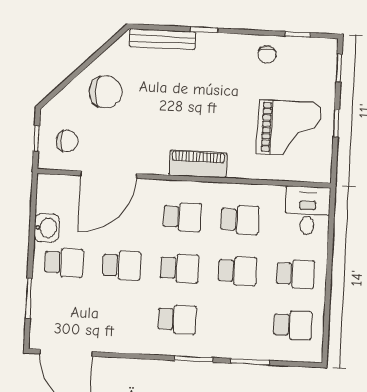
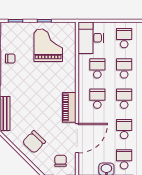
chair: (106, 92) -> (34, 142), turned -136
piano: (198, 164) -> (69, 107), moved
door: (109, 175) -> (77, 138), hinge flipped
desk: (308, 211) -> (91, 38), width x1.37

